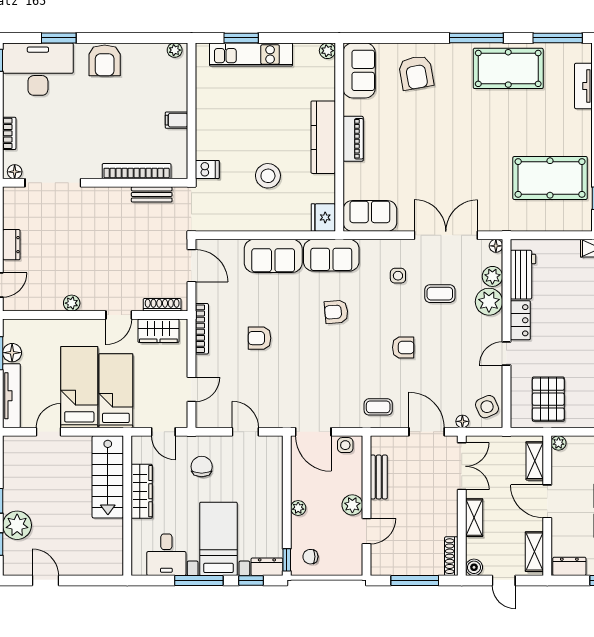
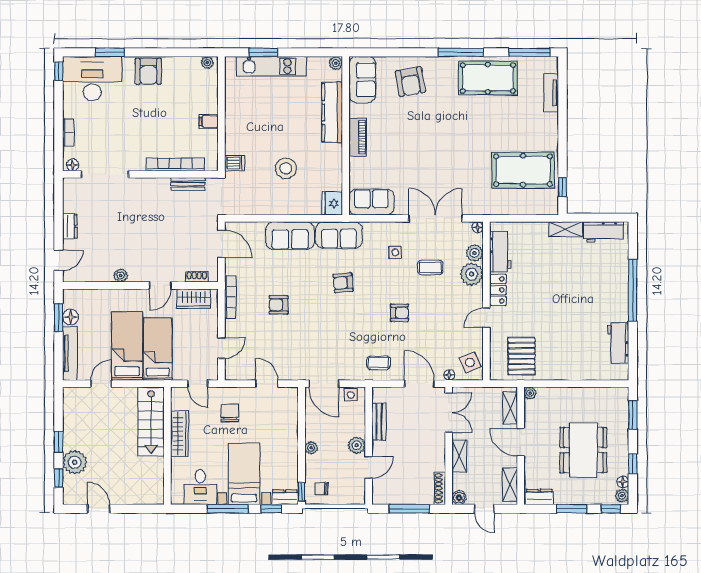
kitchen counter: (323, 137) -> (332, 112), moved
shoe rack: (162, 305) -> (197, 277), width x0.70

